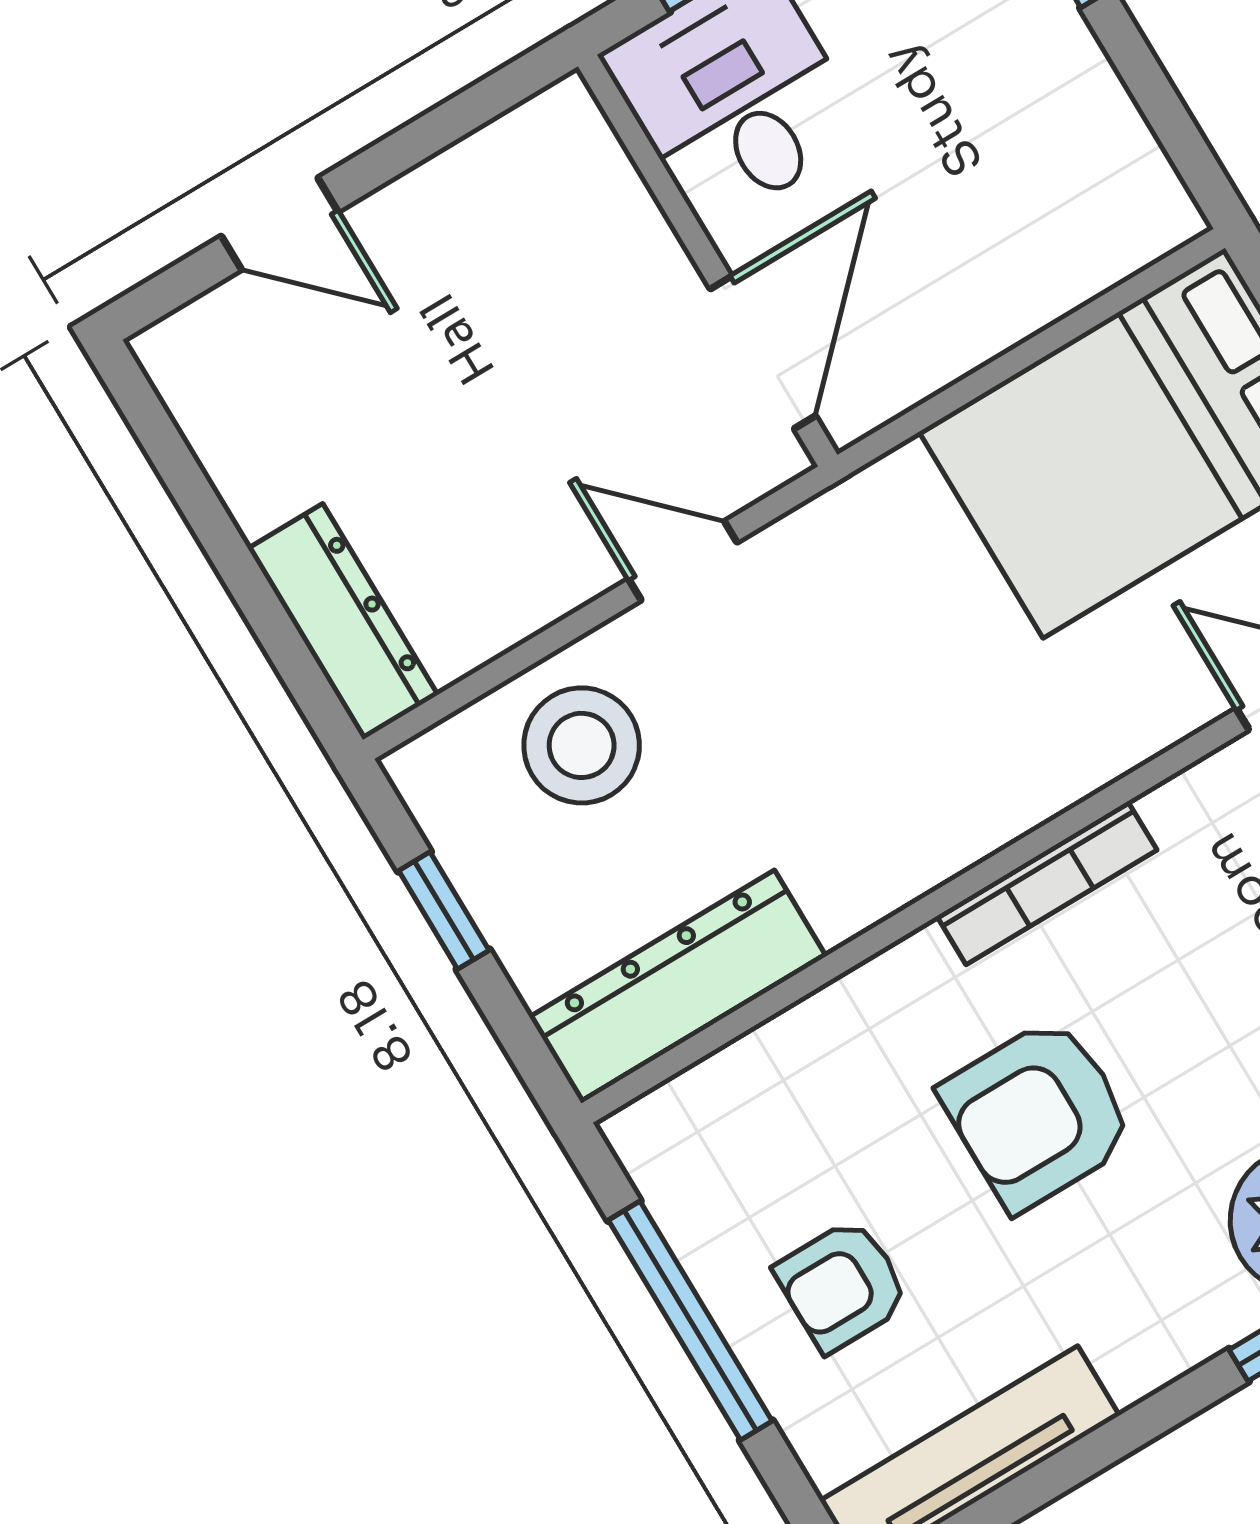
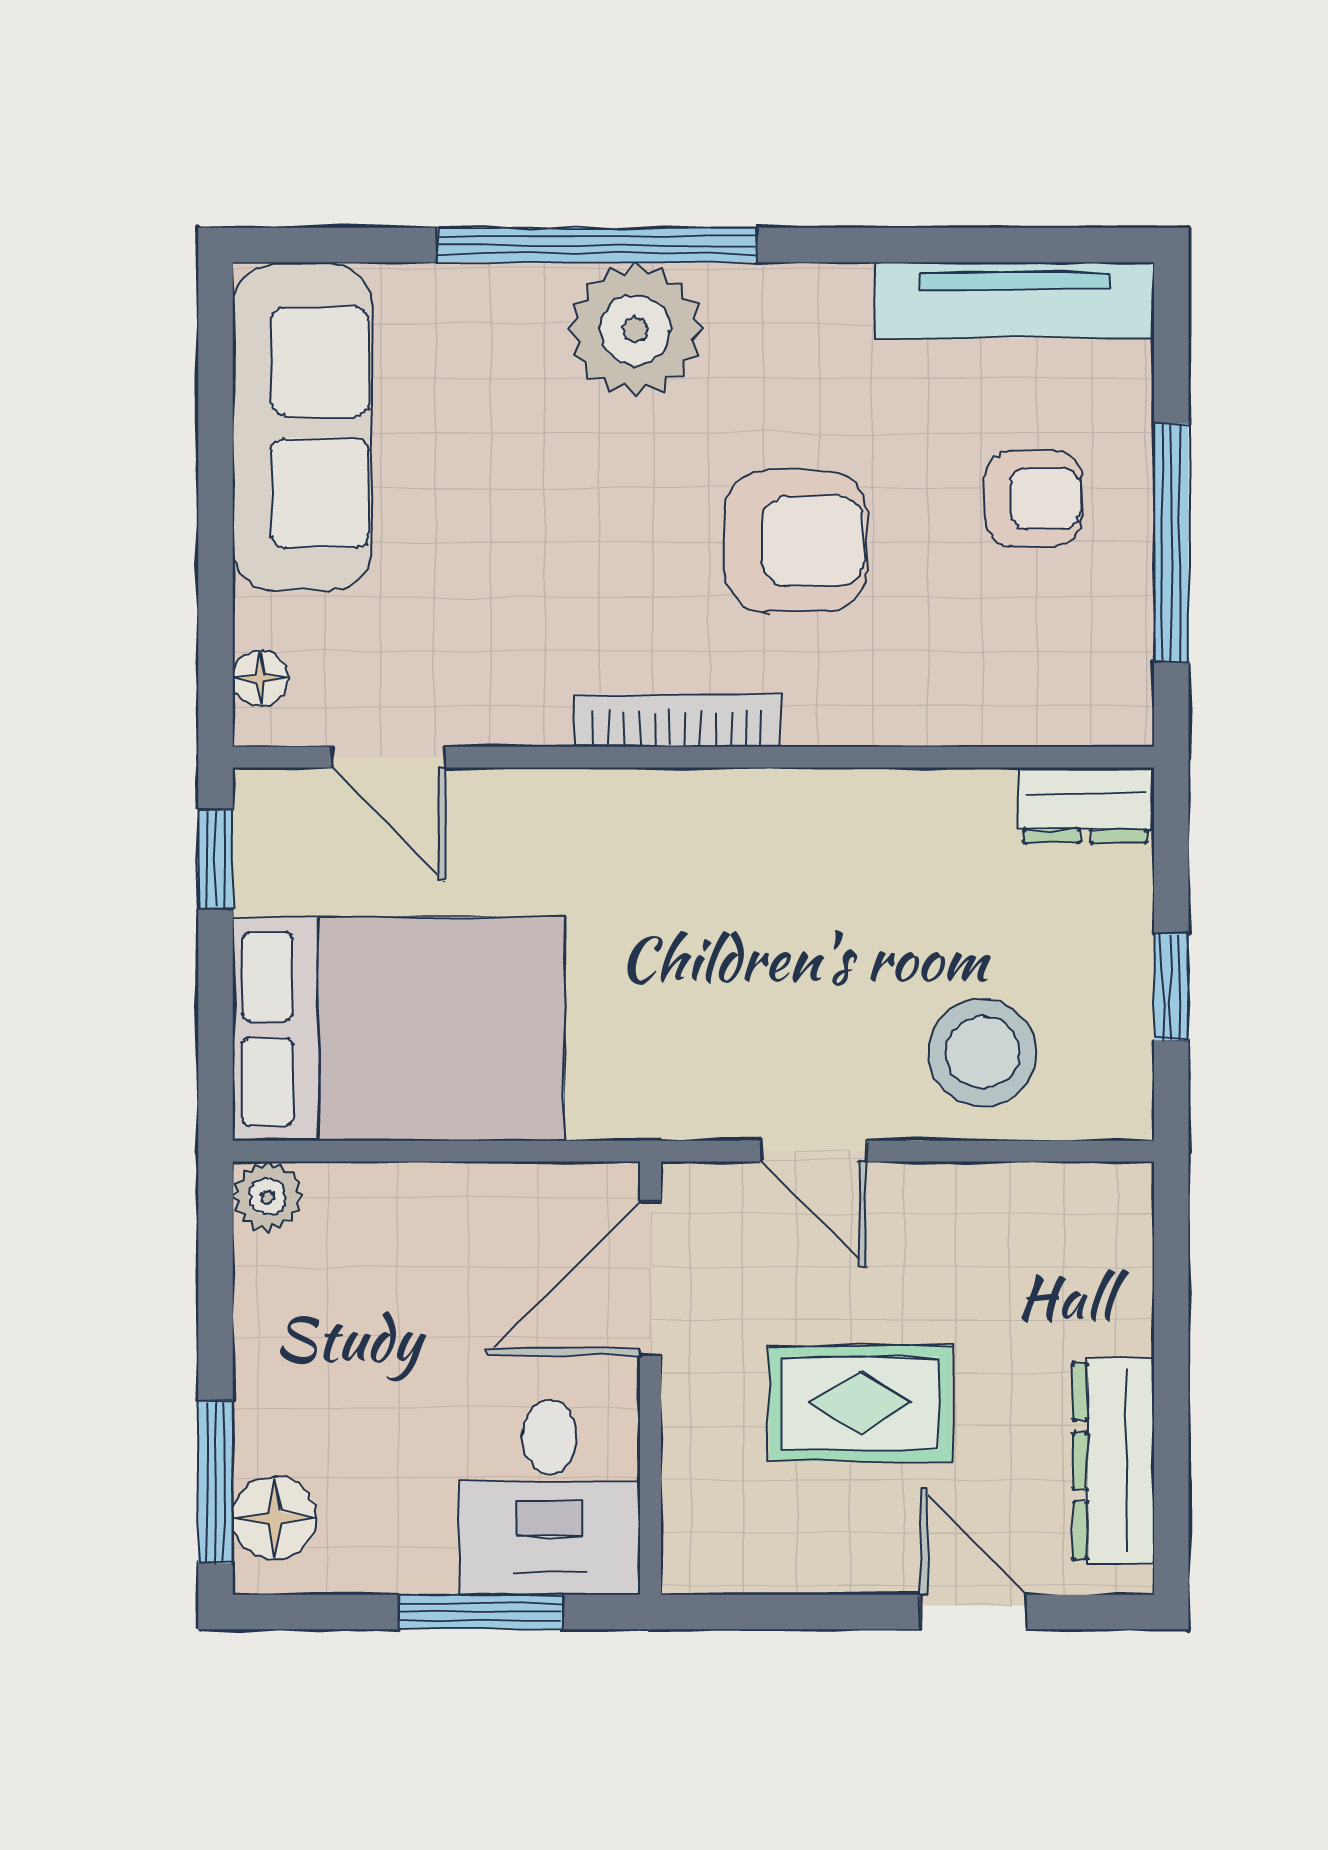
plant: (1162, 216) -> (268, 1196), added
rug: (500, 353) -> (860, 1403), added
dresser: (343, 622) -> (1113, 1461), moved
dresser: (679, 986) -> (1085, 805), width x0.51, depth x0.80

